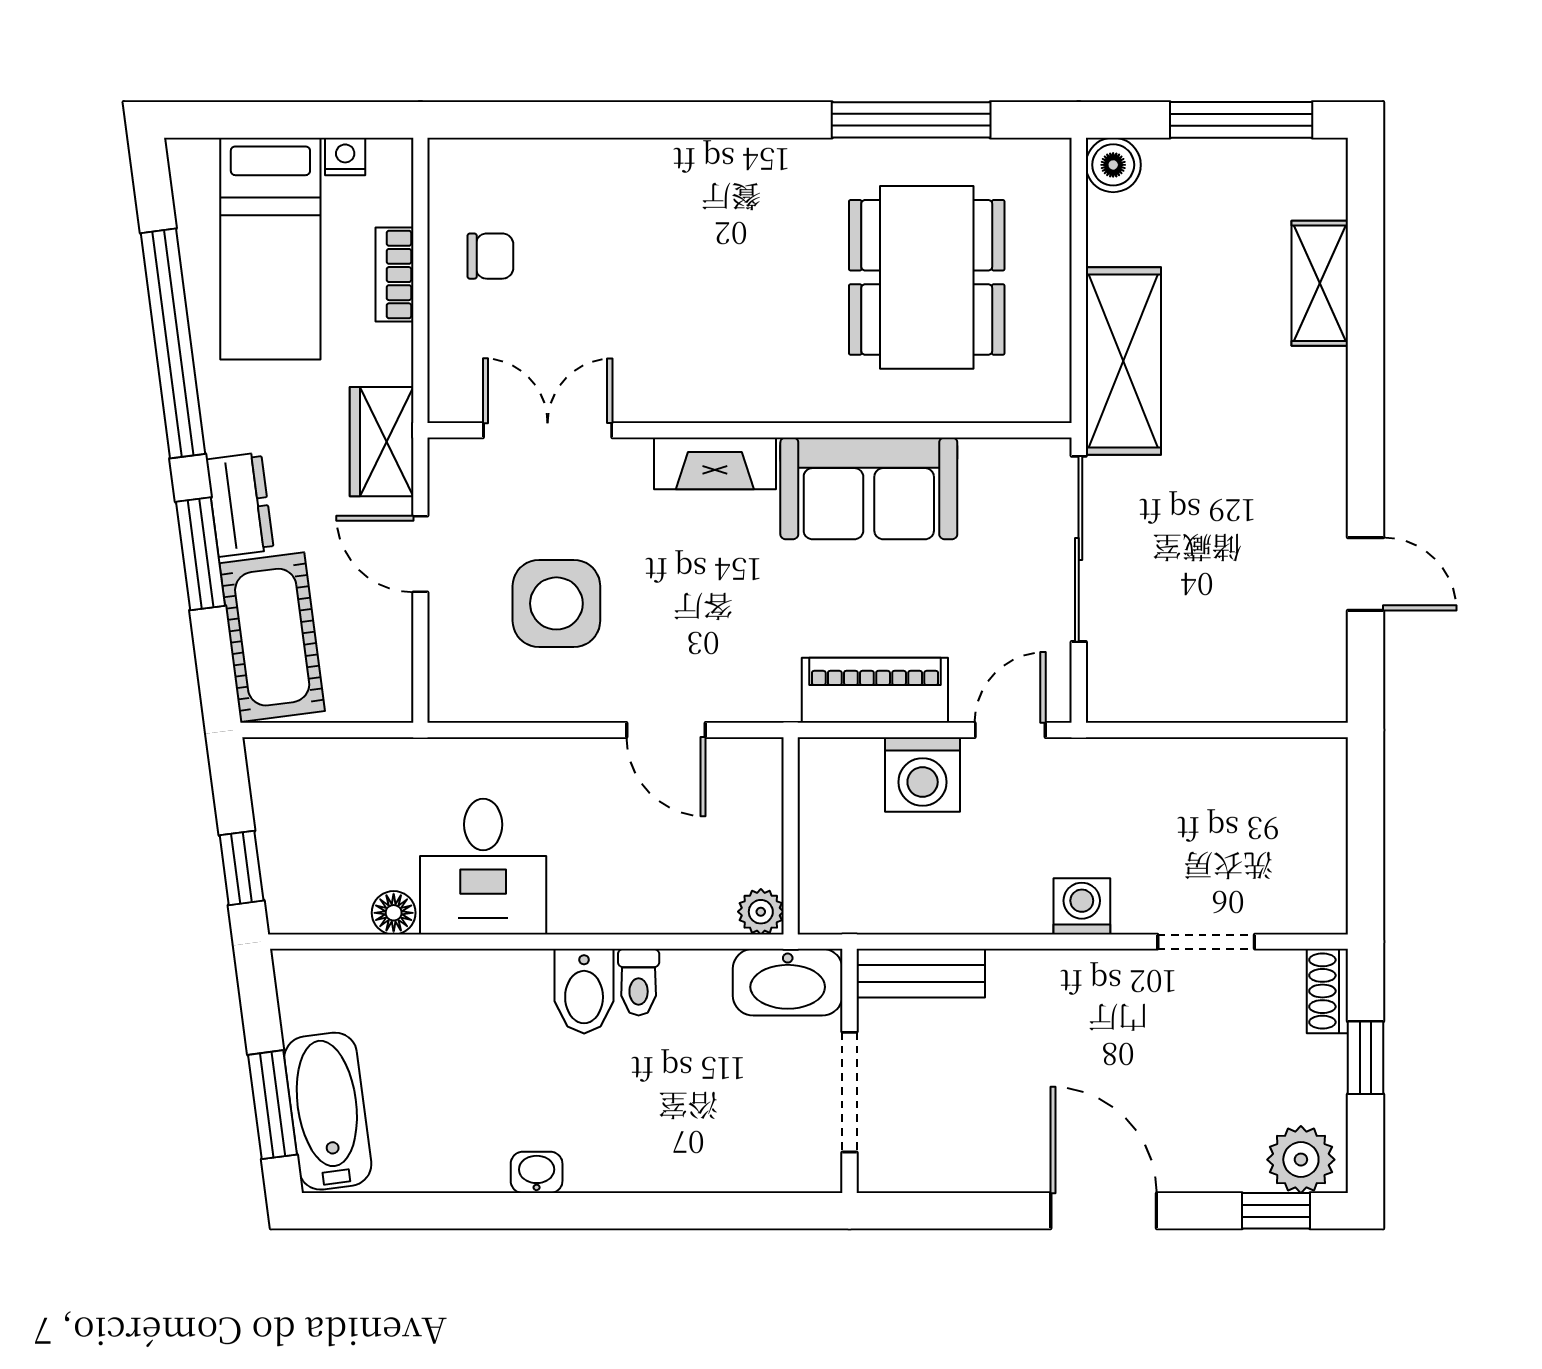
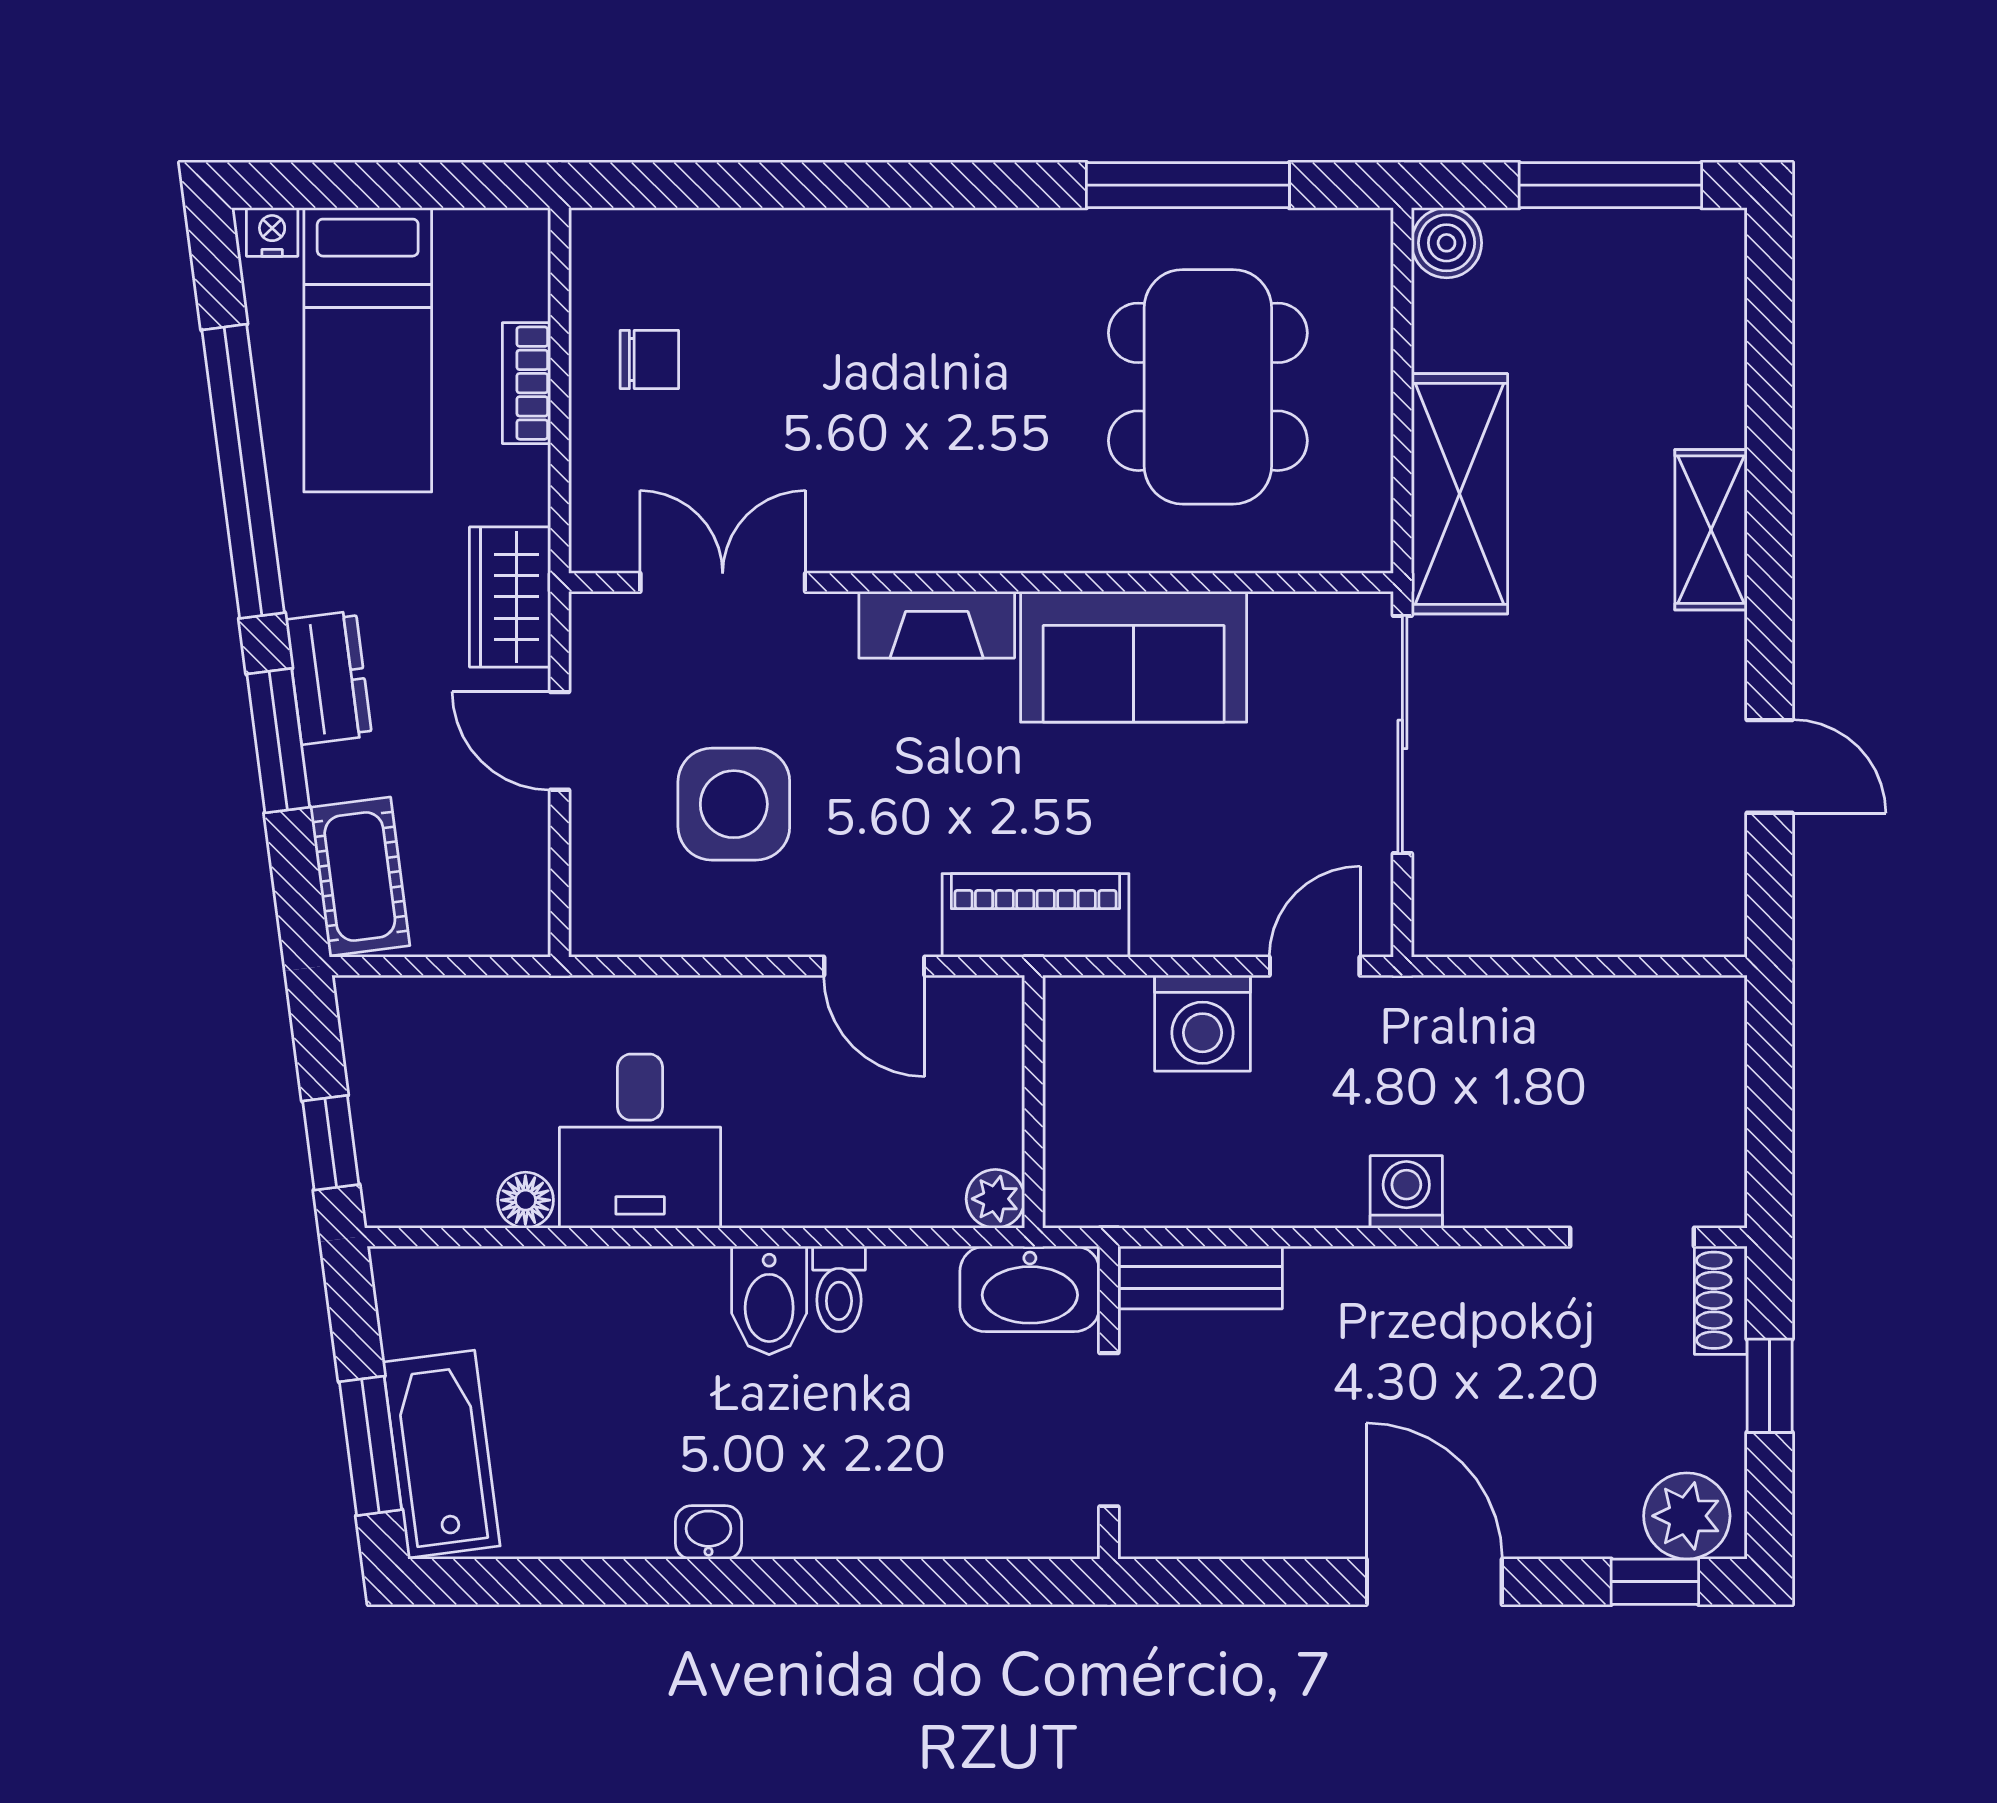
nightstand: (345, 156) -> (272, 232), moved
shelving: (1320, 283) -> (1711, 530), moved
cot: (272, 637) -> (360, 876), width x0.73, depth x0.75
piano: (875, 690) -> (1035, 915), moved
doorway: (1206, 942) -> (1632, 1237), moved

